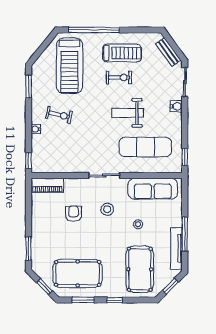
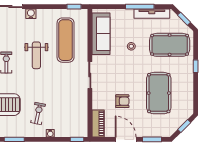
stool: (107, 209) -> (119, 72), removed
armchair: (74, 214) -> (122, 101), turned 180
door: (29, 218) -> (126, 139), added
pool table: (78, 273) -> (159, 93), moved
window: (83, 300) -> (196, 93), removed

